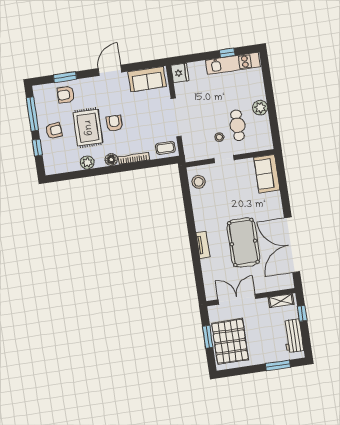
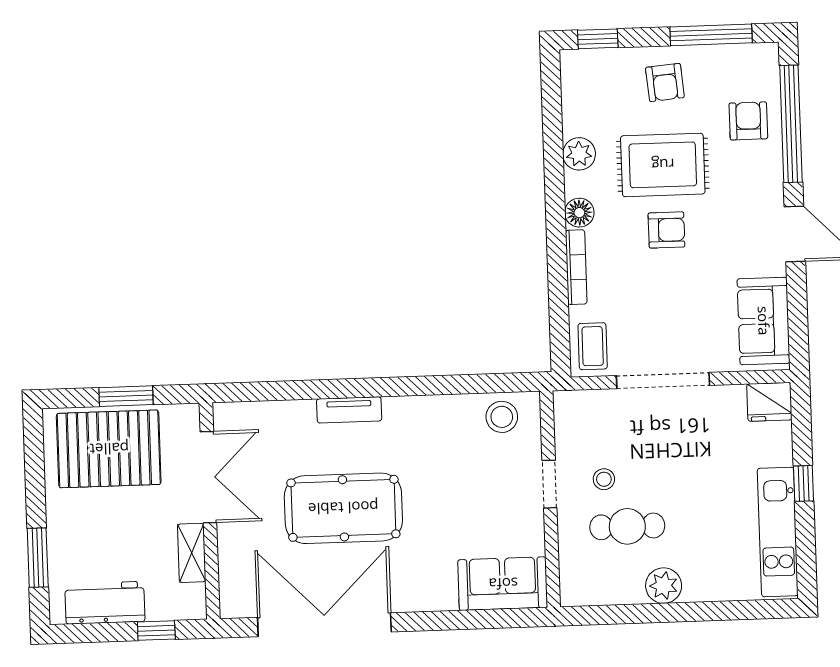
window: (227, 53) -> (804, 483), moved
window: (65, 77) -> (791, 124), width x2.11
window: (37, 148) -> (598, 39), moved
shelving: (281, 301) -> (192, 553), moved

